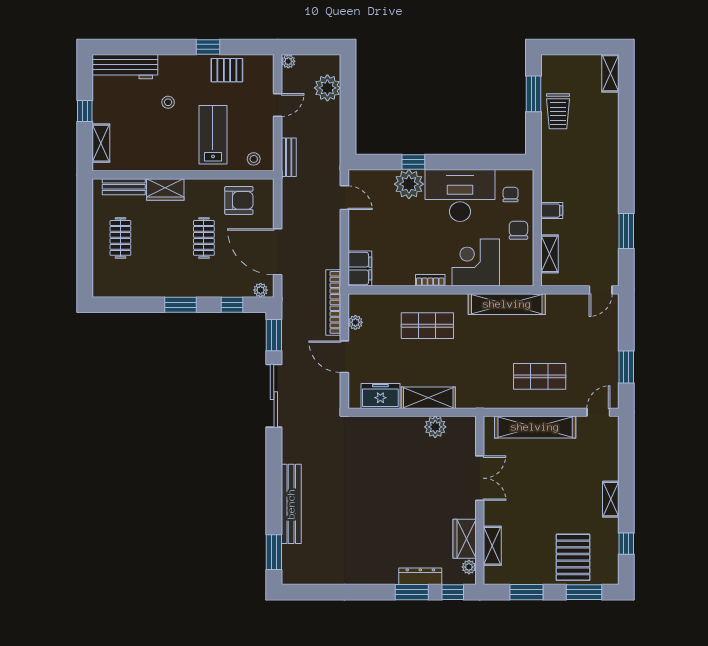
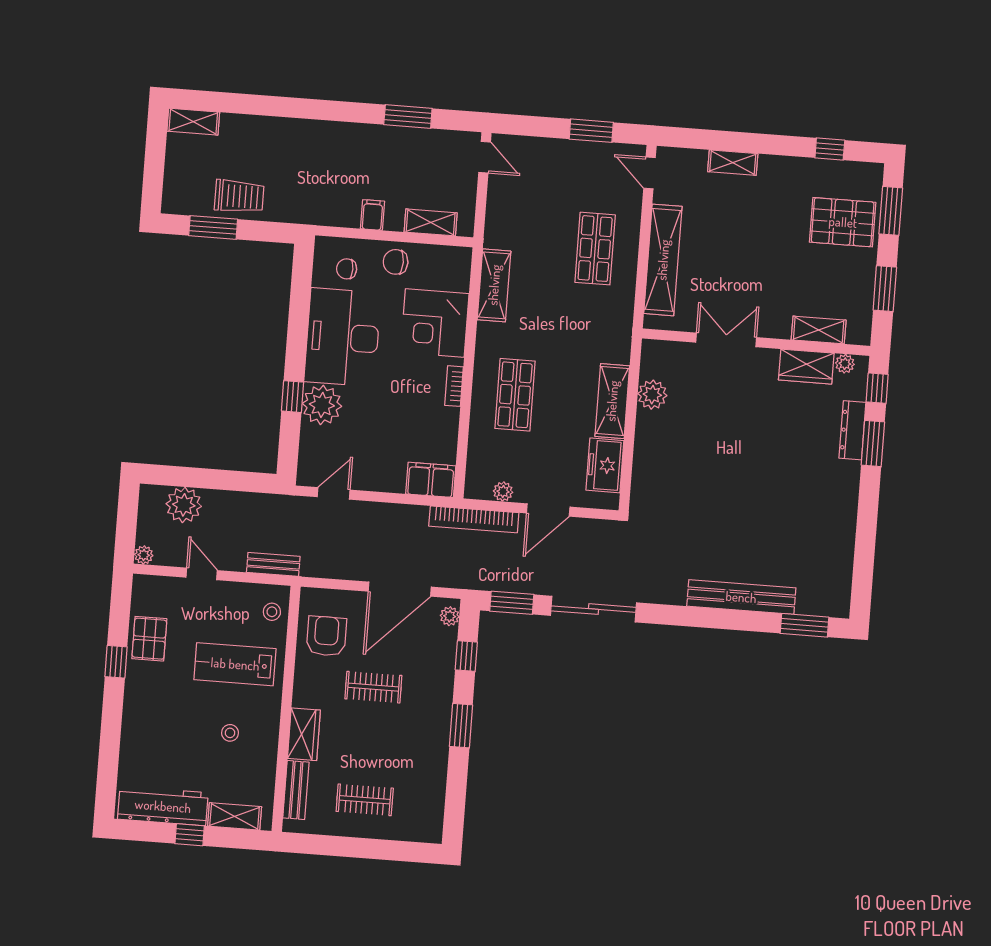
workbench: (125, 67) -> (163, 806), moved, turned -90
stool: (168, 102) -> (230, 733), moved
shelving: (507, 304) -> (494, 285), width x0.68
shelving: (611, 499) -> (733, 163), moved

